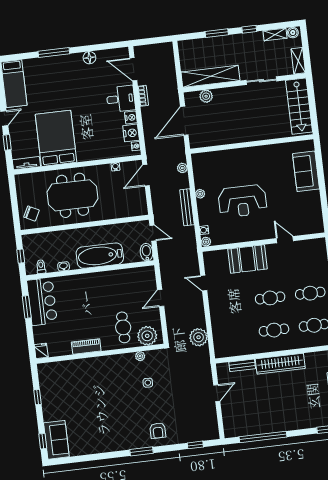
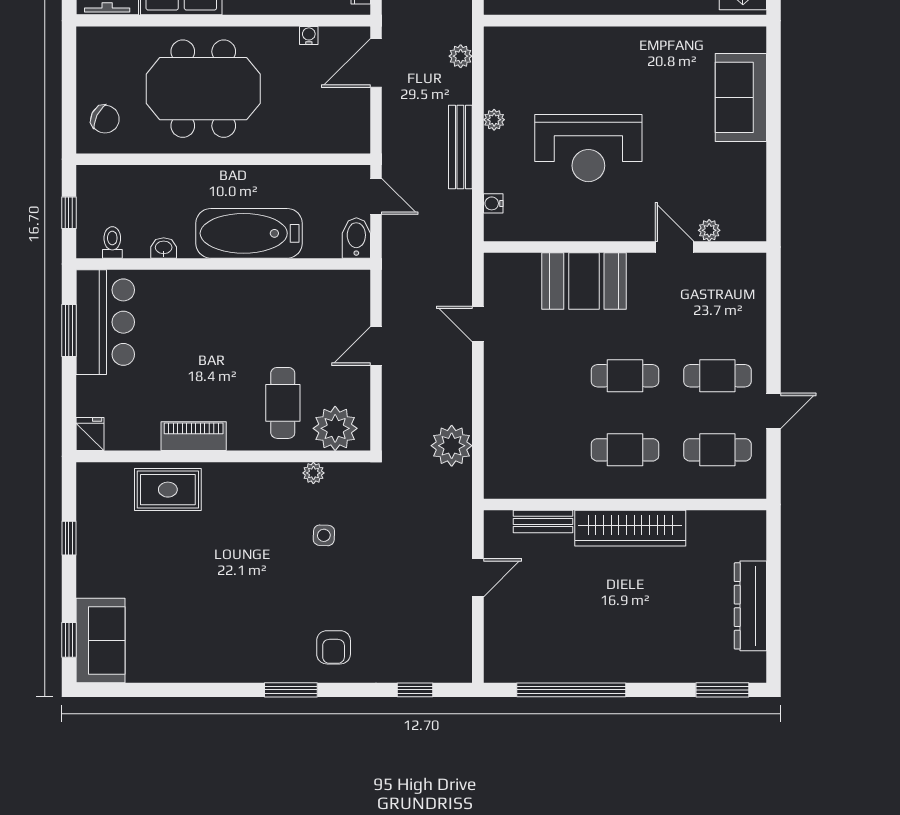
plant: (206, 242) -> (709, 230), moved
rug: (78, 371) -> (168, 490), added

